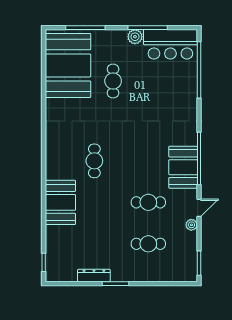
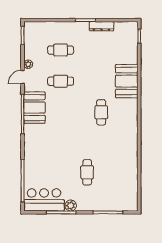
booth: (68, 65) -> (121, 184), removed

